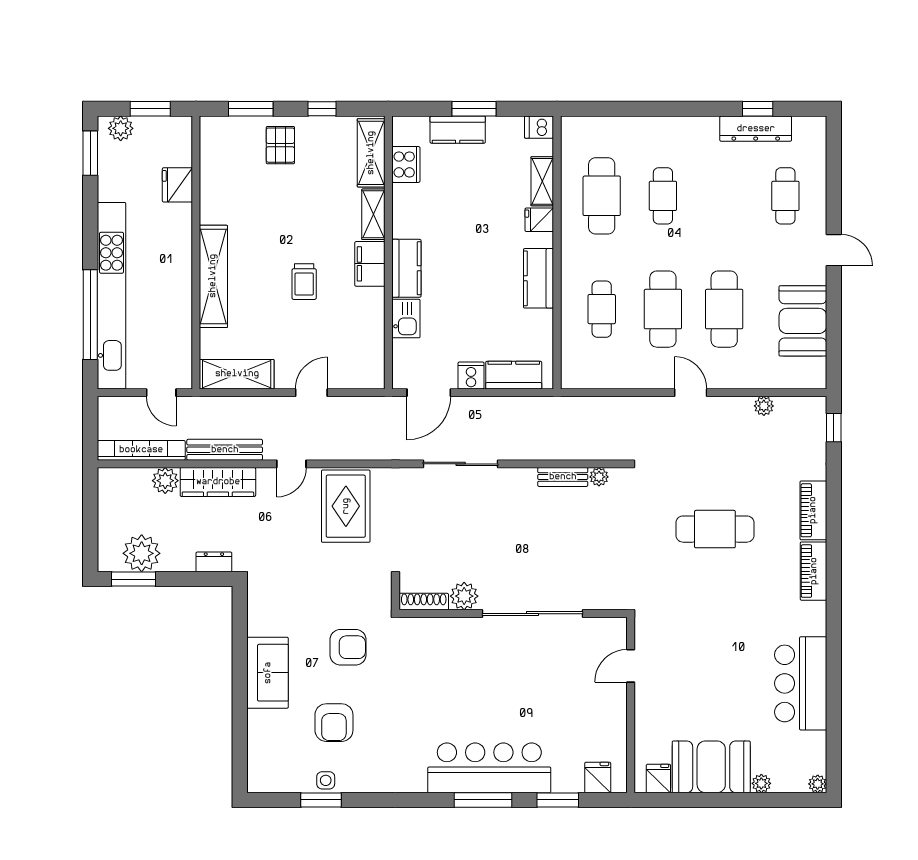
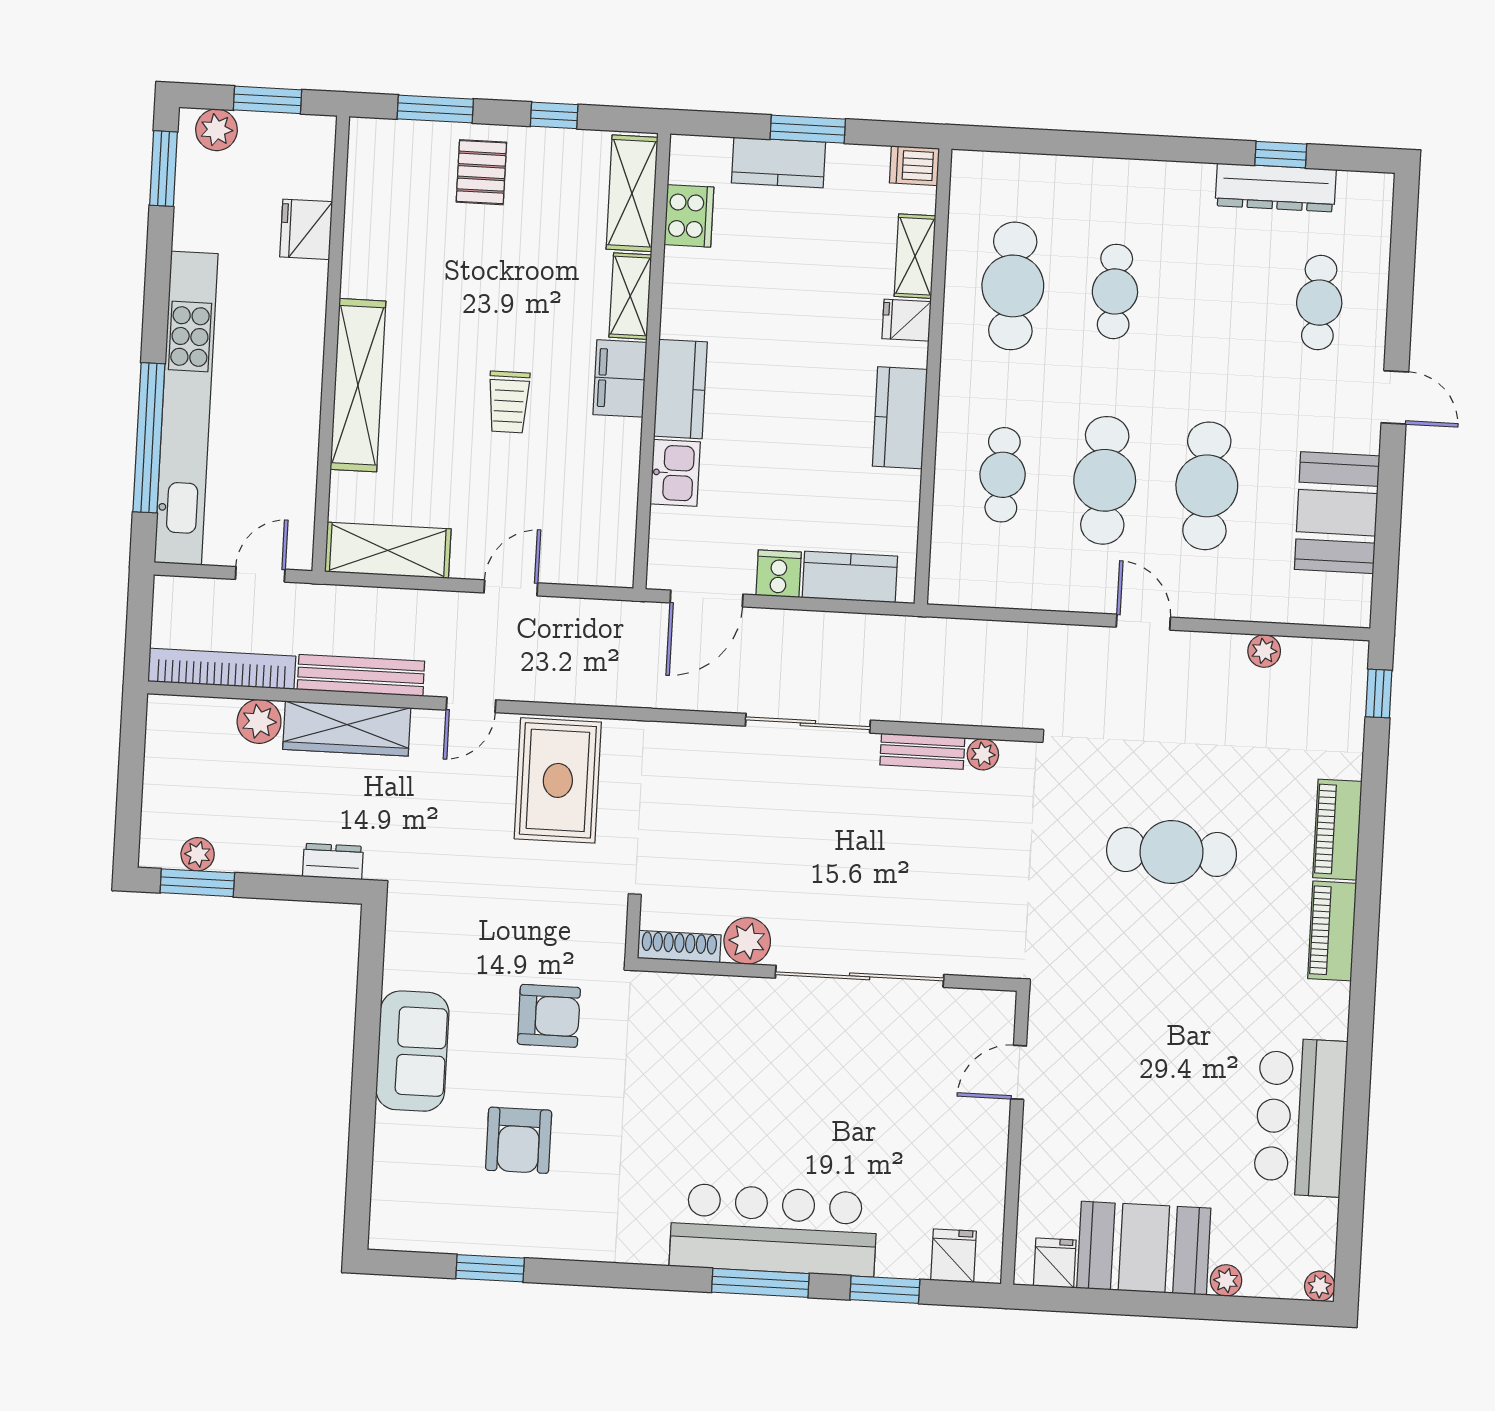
door: (161, 393) -> (260, 574), swing flipped
sliding door: (461, 464) -> (808, 723), moved
plant: (142, 553) -> (198, 854), width x0.53, depth x0.53
side table: (326, 780) -> (500, 1236), removed

